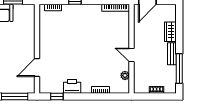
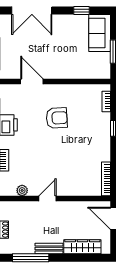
wardrobe: (170, 32) -> (82, 247), width x1.50
armchair: (66, 48) -> (57, 118), added

